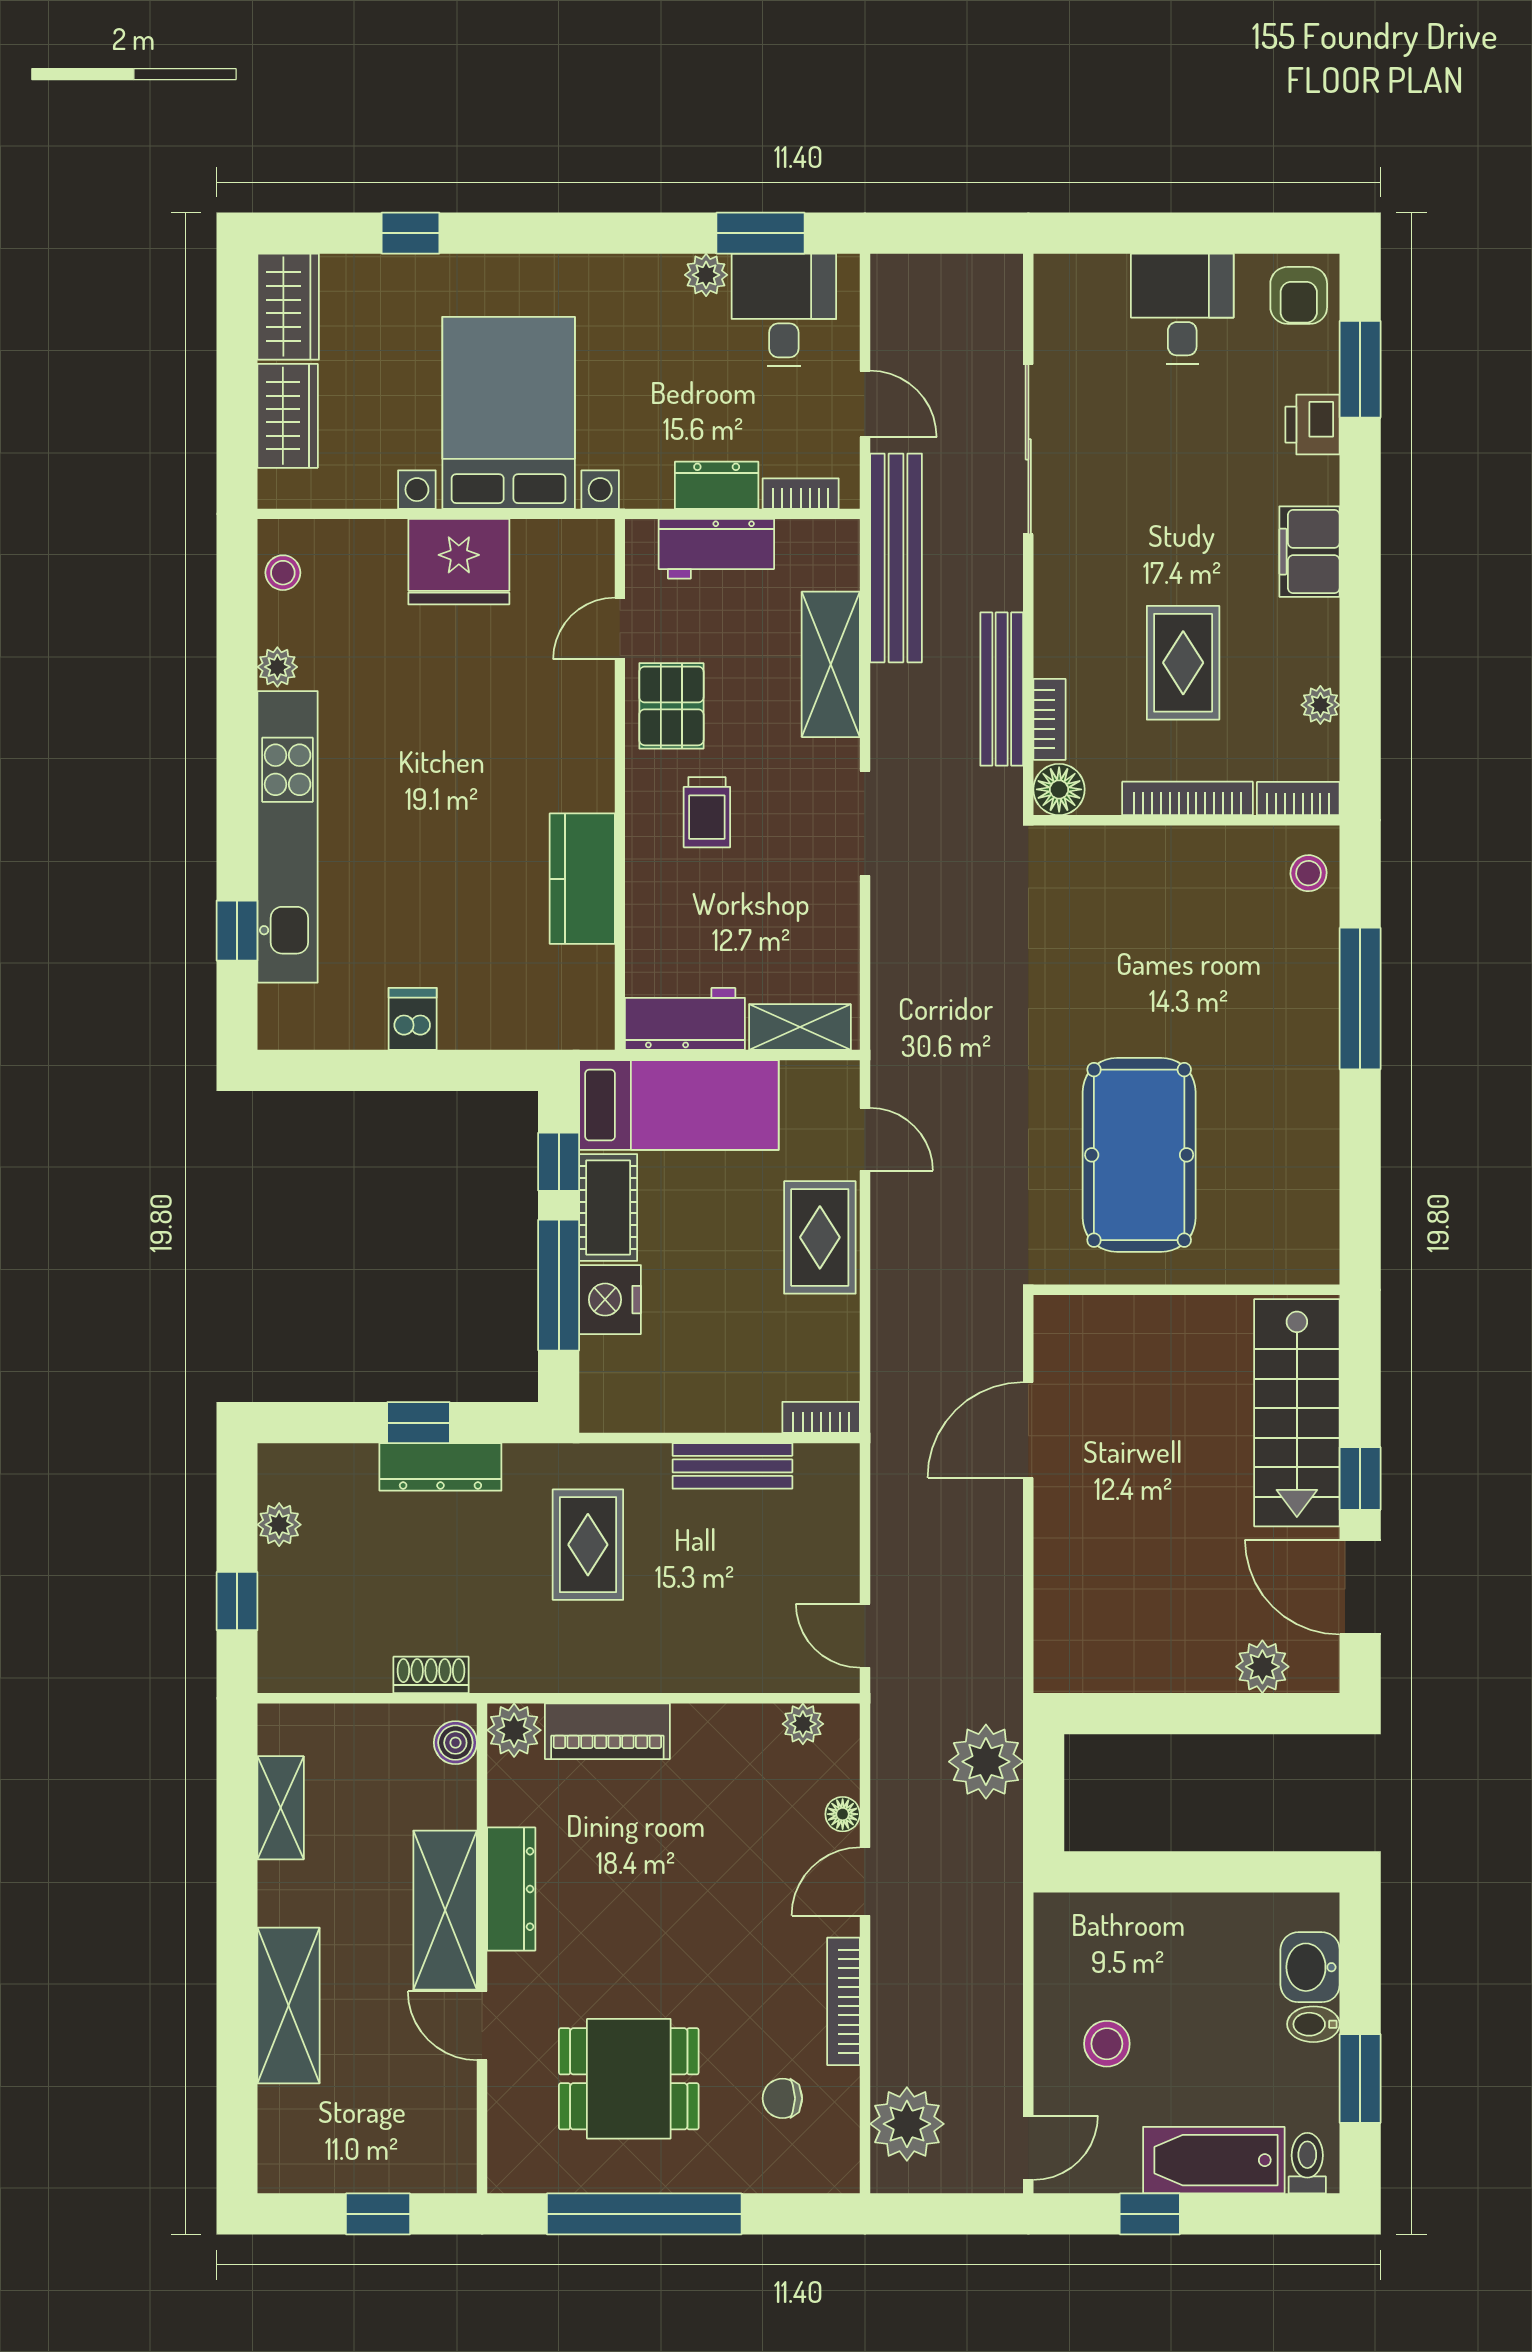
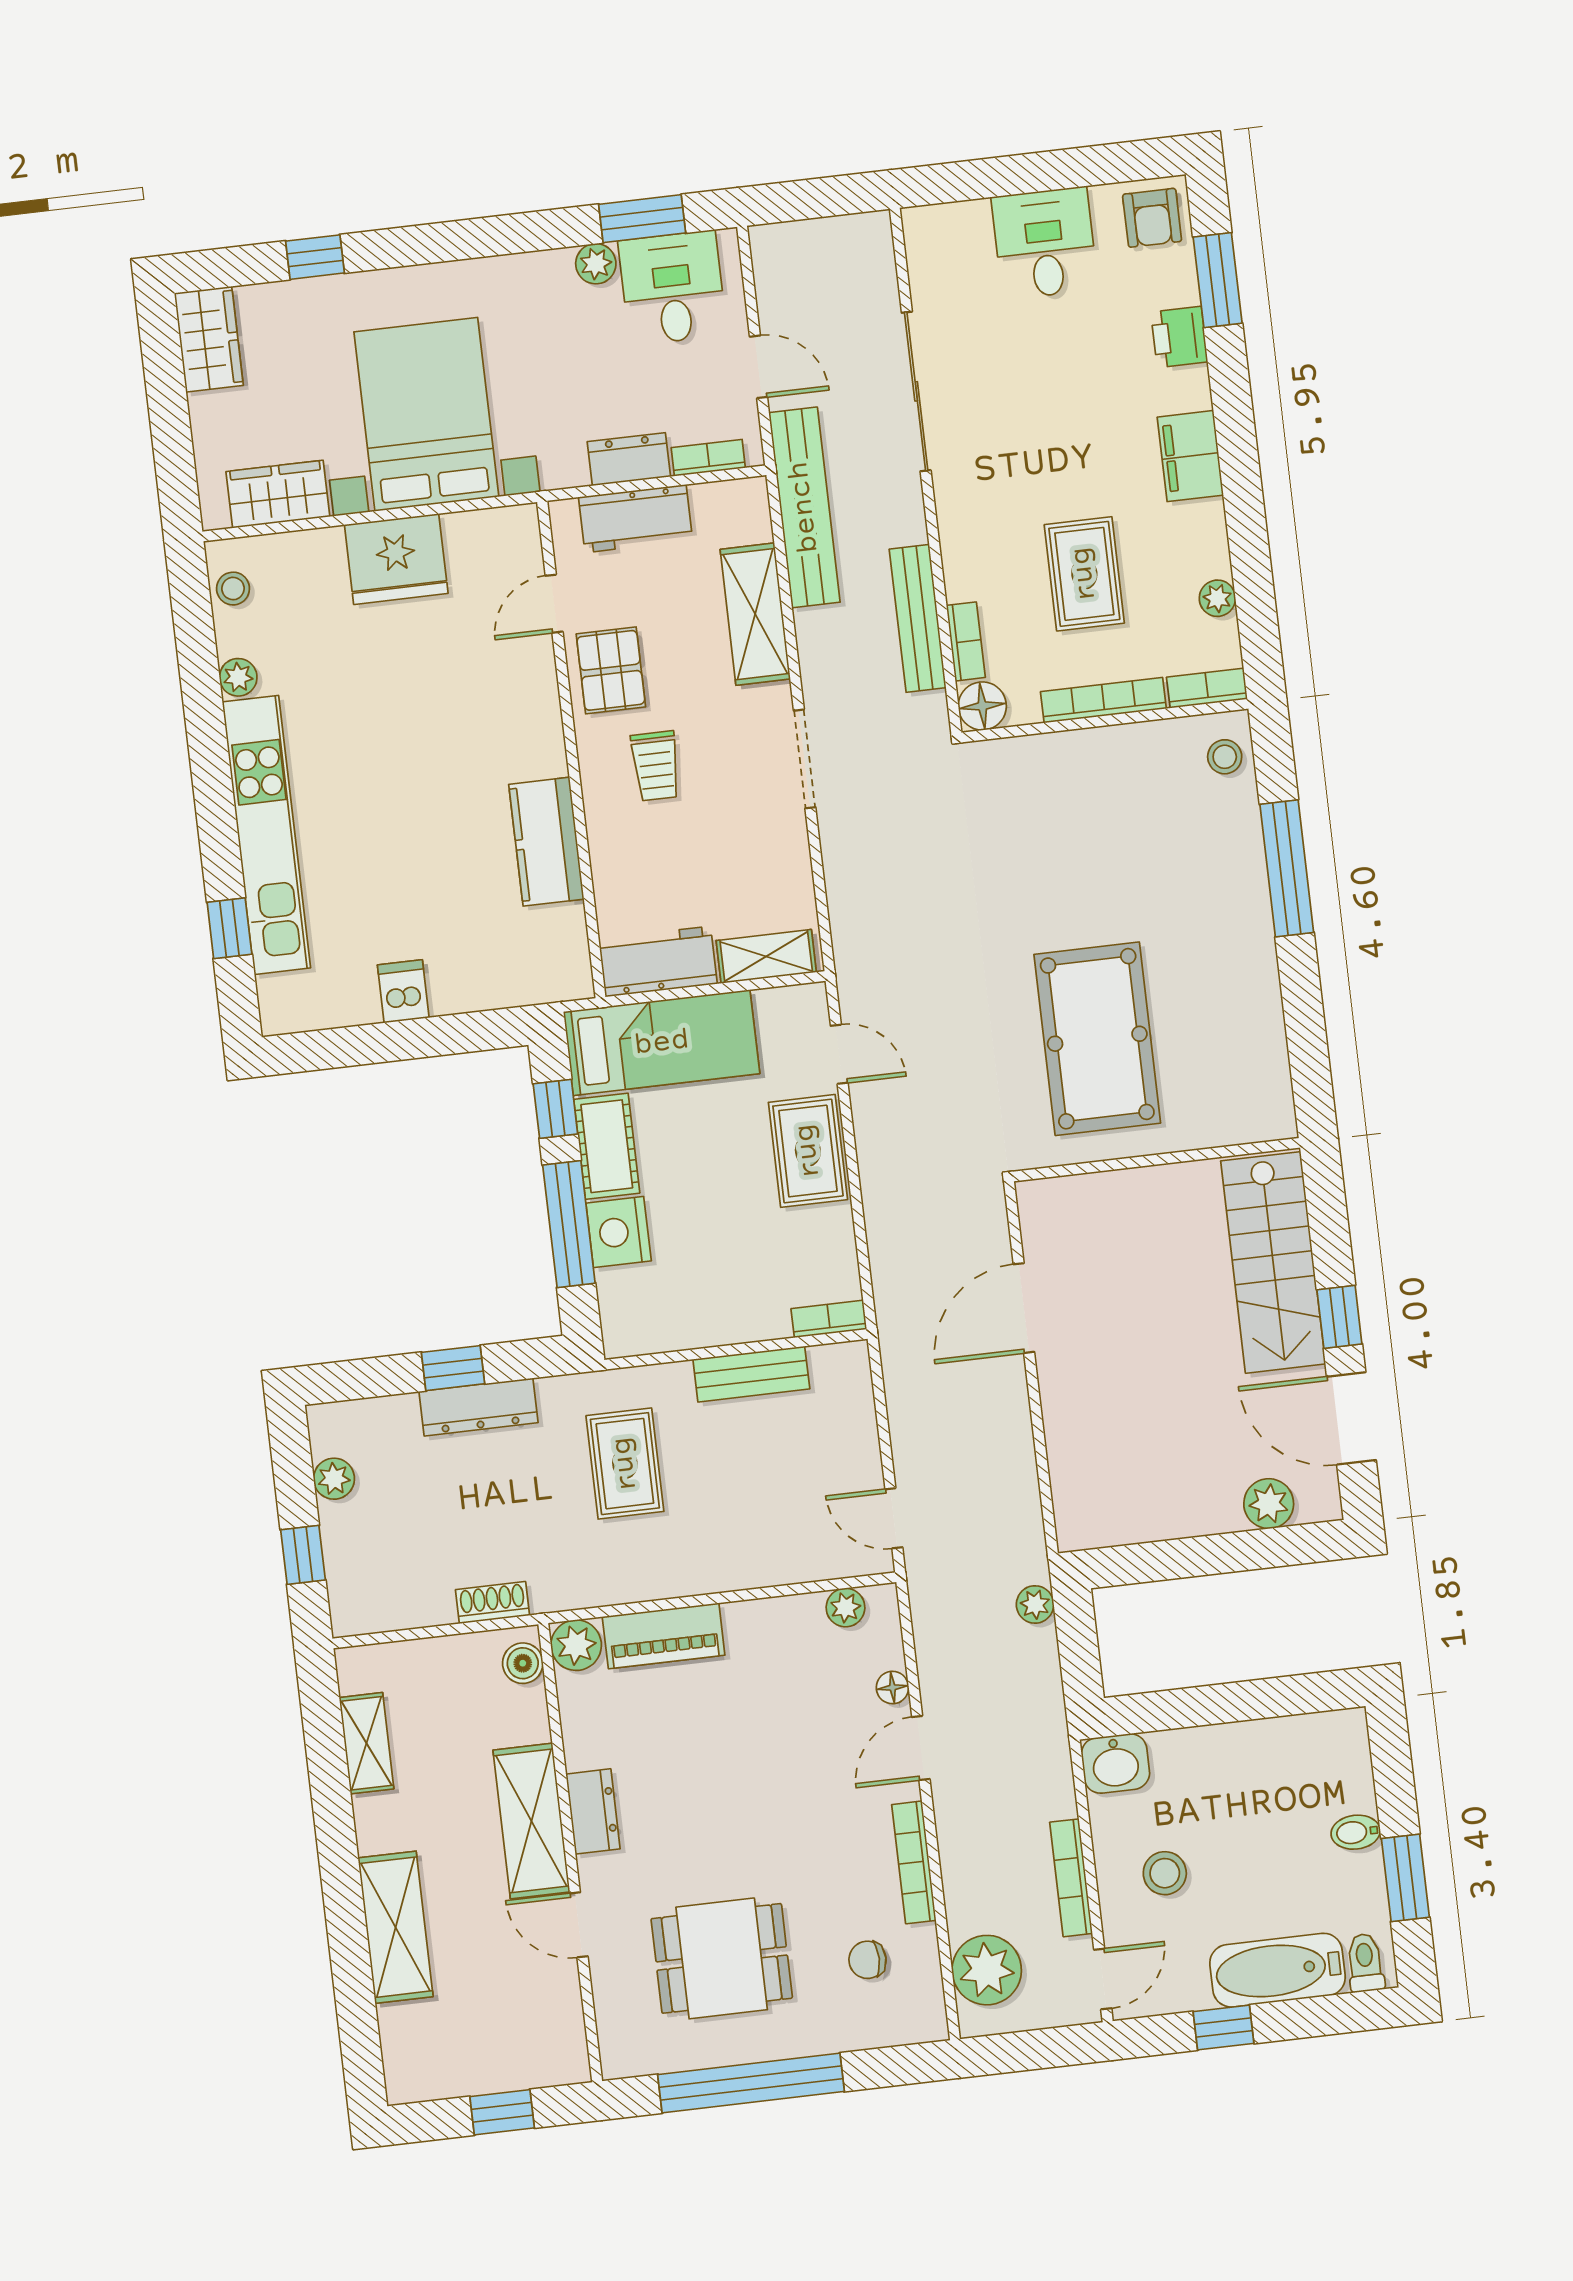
wardrobe: (288, 416) -> (278, 494), moved, turned -90
plant: (986, 1762) -> (1035, 1604), width x0.53, depth x0.53
dresser: (511, 1889) -> (593, 1811), width x0.70
washbasin: (1310, 1967) -> (1115, 1763), moved, turned -90
bookcase: (1008, 2037) -> (1071, 1878), added

